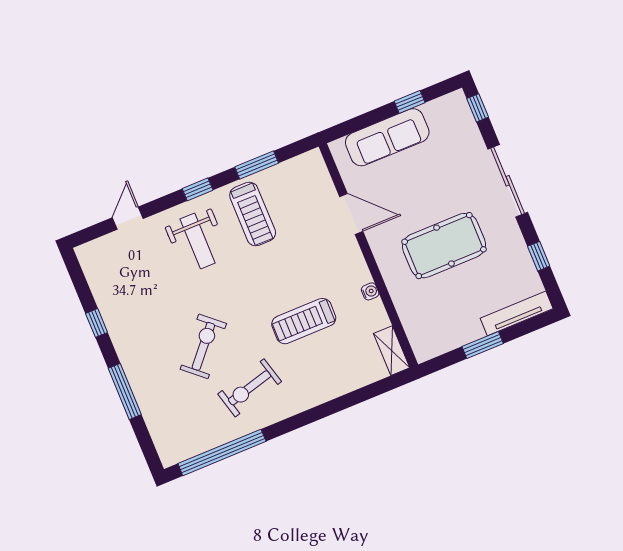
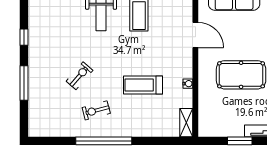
exercise bike: (203, 346) -> (80, 76), width x0.73, depth x0.72
exercise bike: (250, 388) -> (96, 110), width x0.73, depth x0.72
window: (222, 452) -> (104, 141), moved

